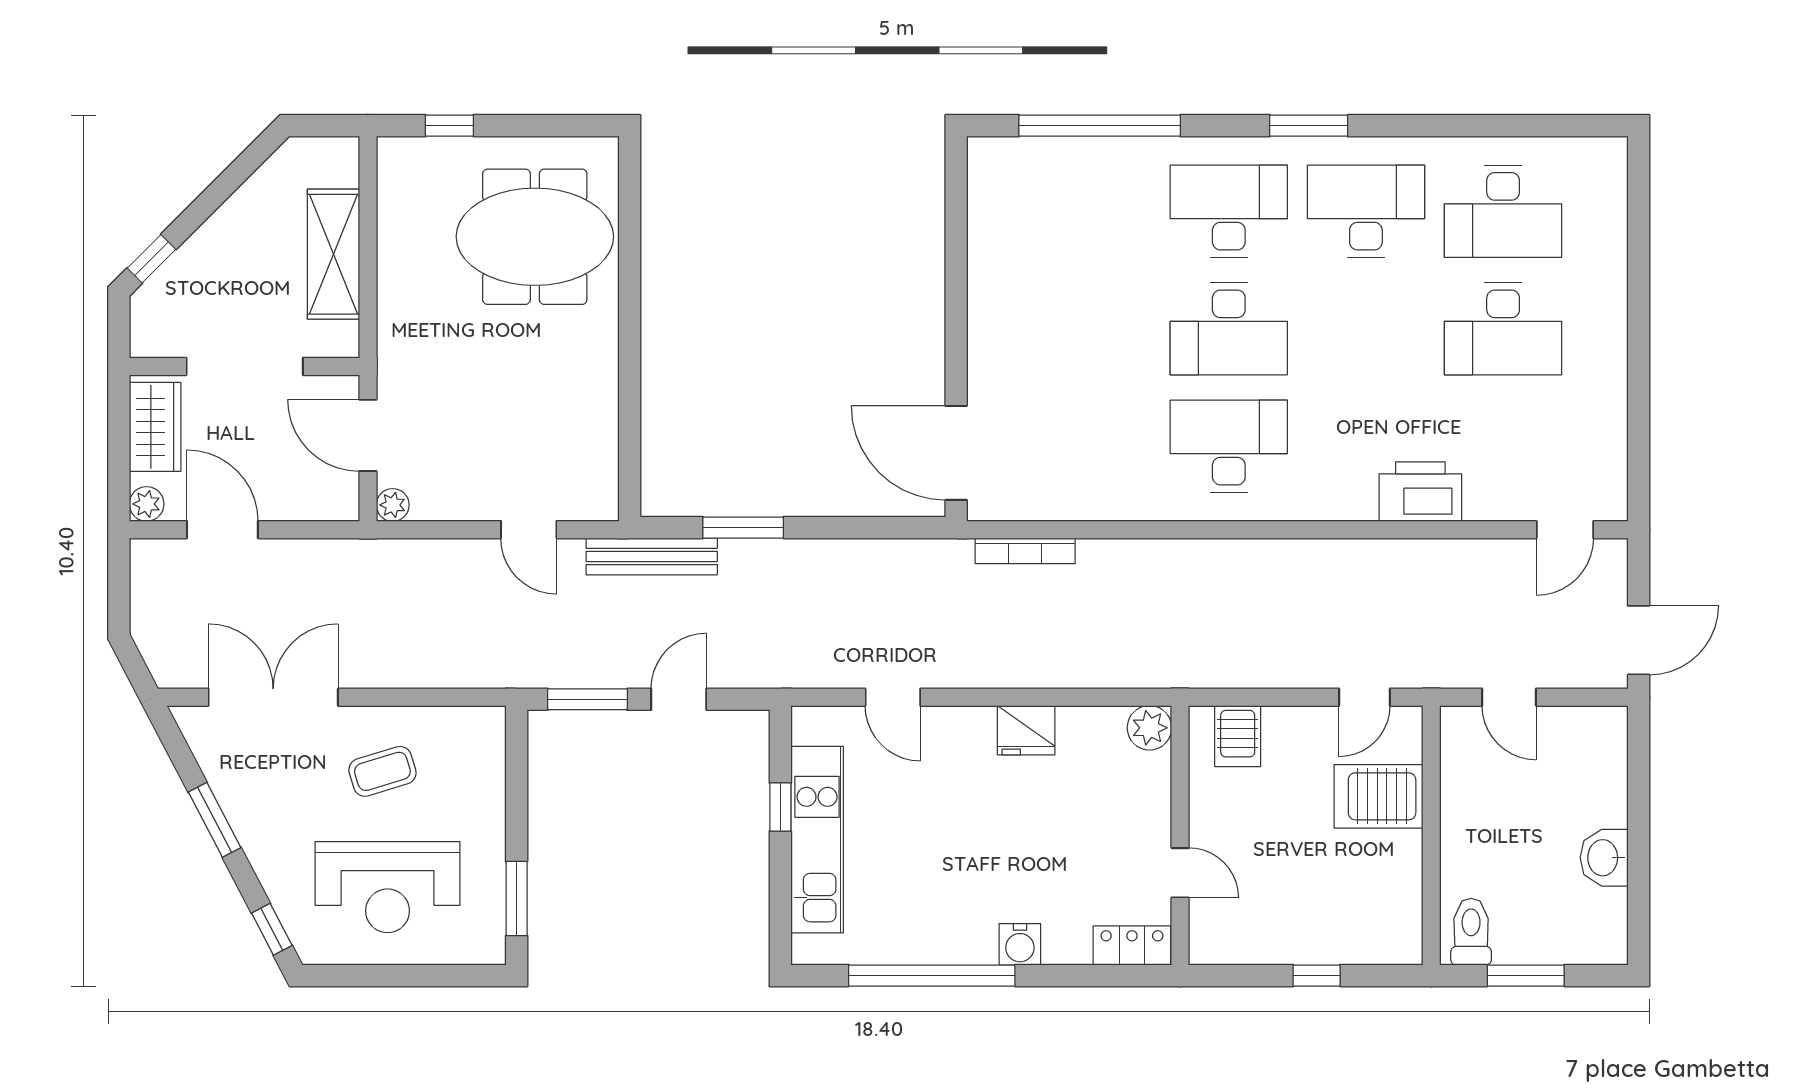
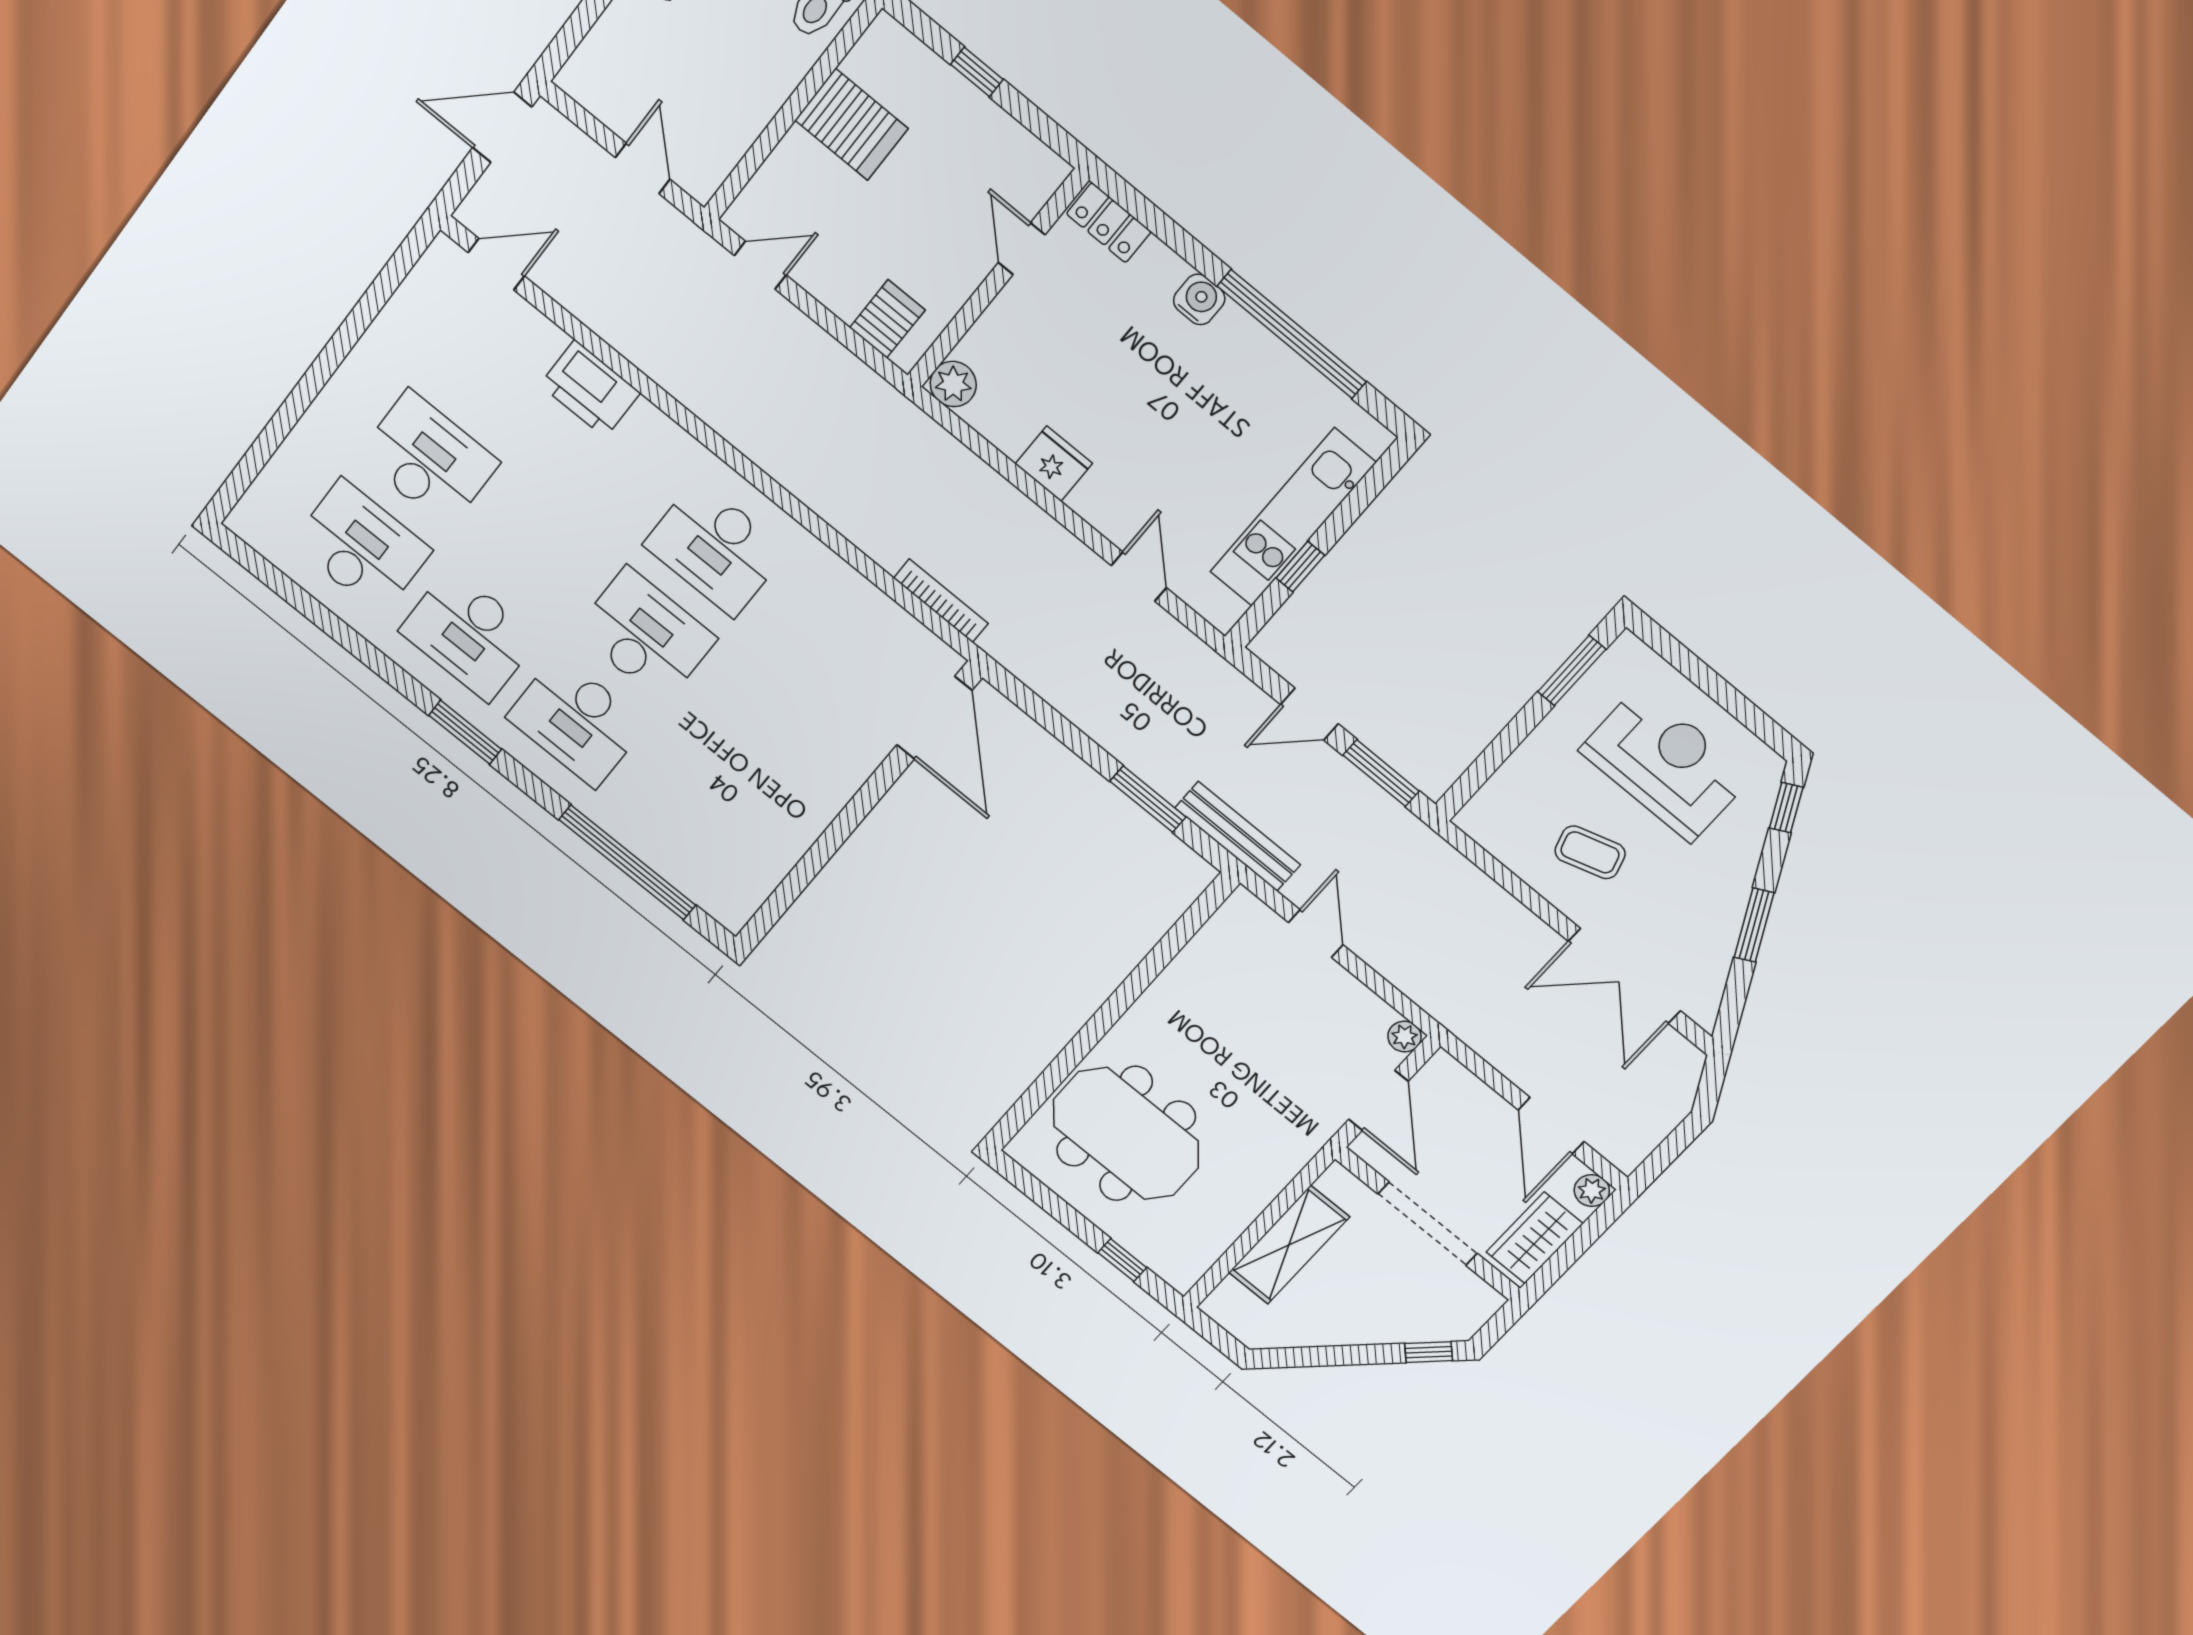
server rack: (1378, 796) -> (852, 124), moved

